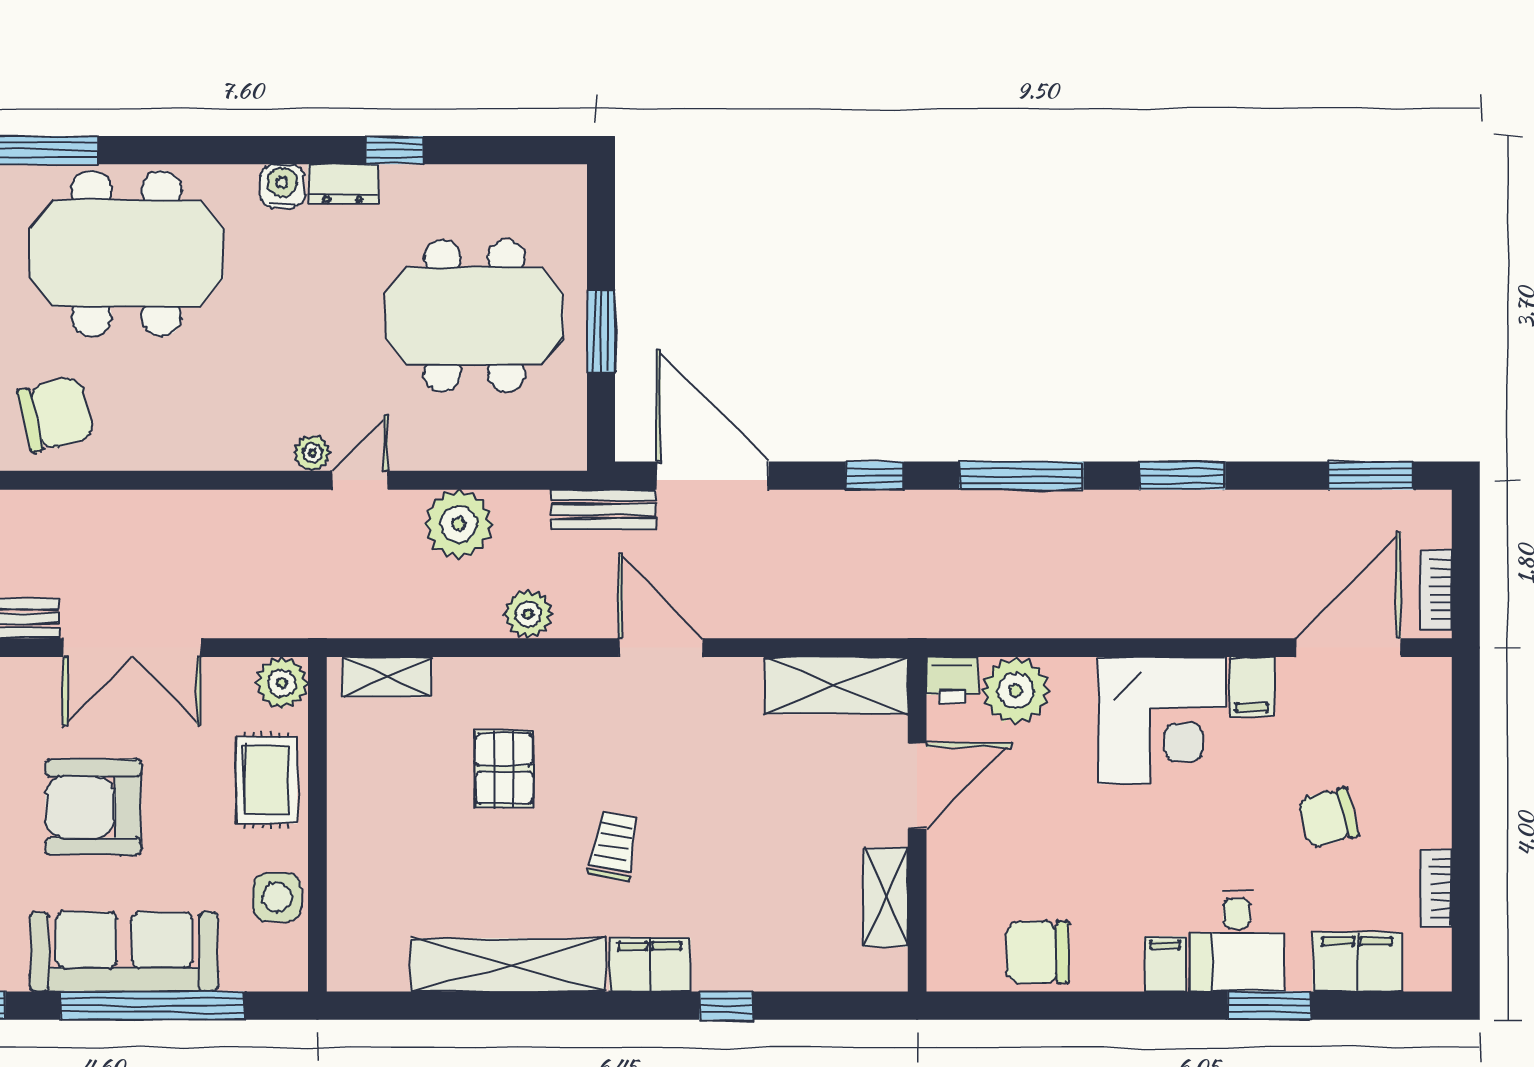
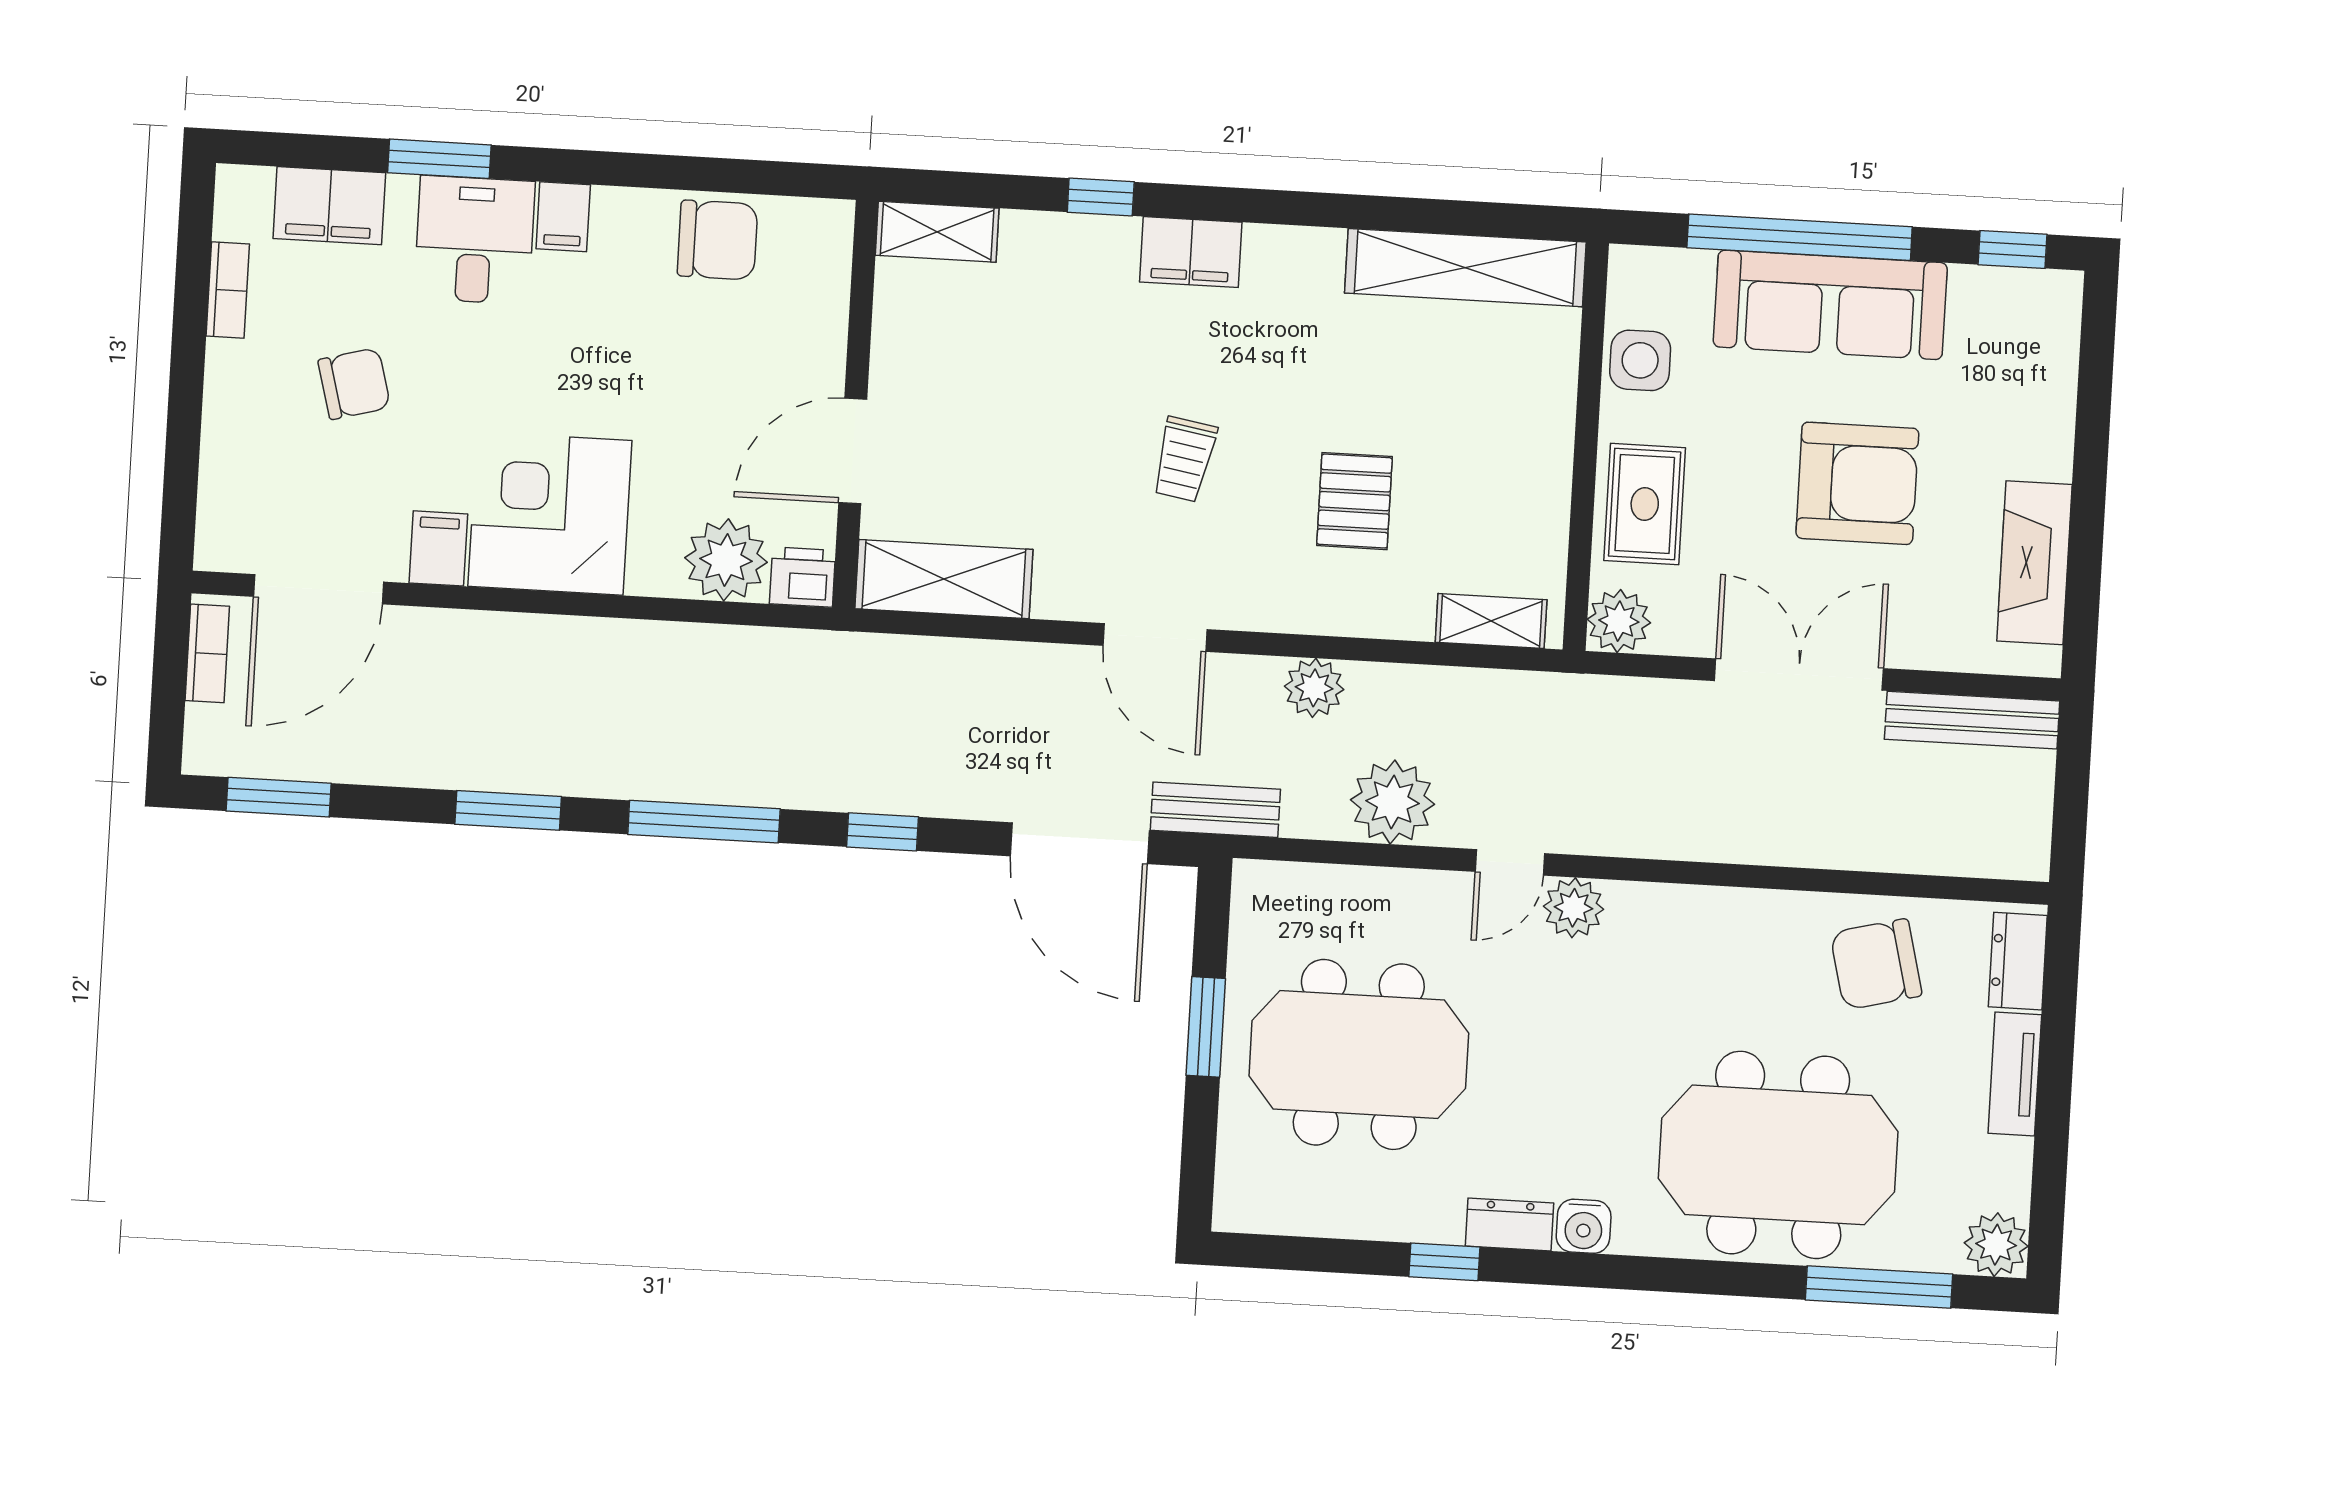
plant: (312, 453) -> (1574, 908), width x1.38, depth x1.38
trolley: (613, 846) -> (1184, 459), moved
shelving: (886, 897) -> (937, 232), moved, turned 90
shelving: (508, 965) -> (1465, 268), moved

